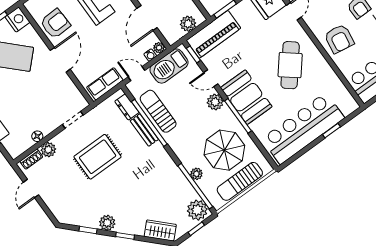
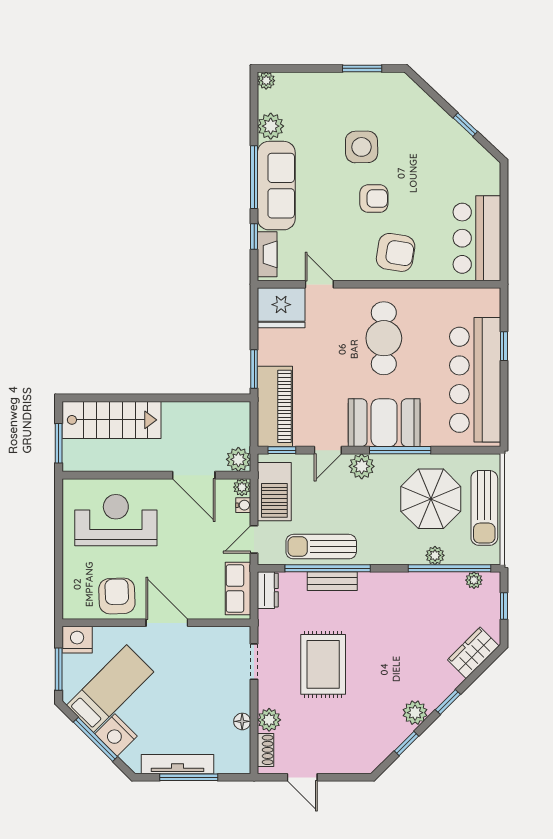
plant: (188, 24) -> (238, 459), moved
cafe table: (290, 65) -> (384, 338), turned 51
dresser: (127, 107) -> (268, 590), moved, turned -90
plant: (197, 210) -> (474, 580), width x0.53, depth x0.53

